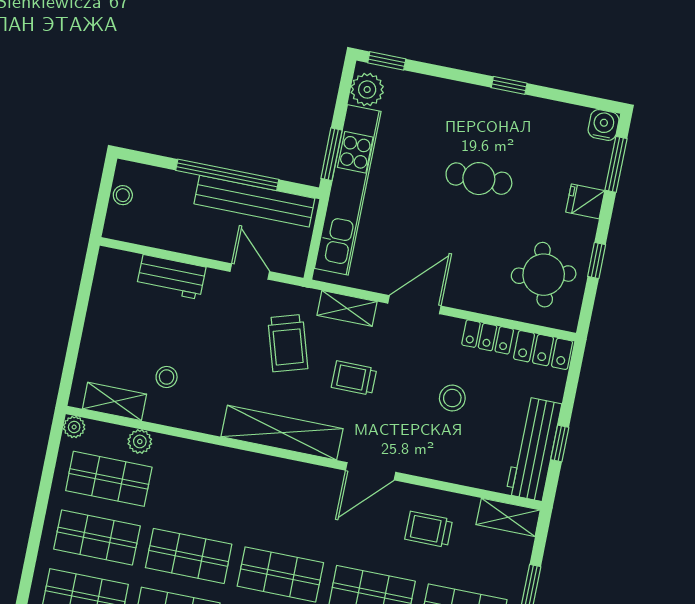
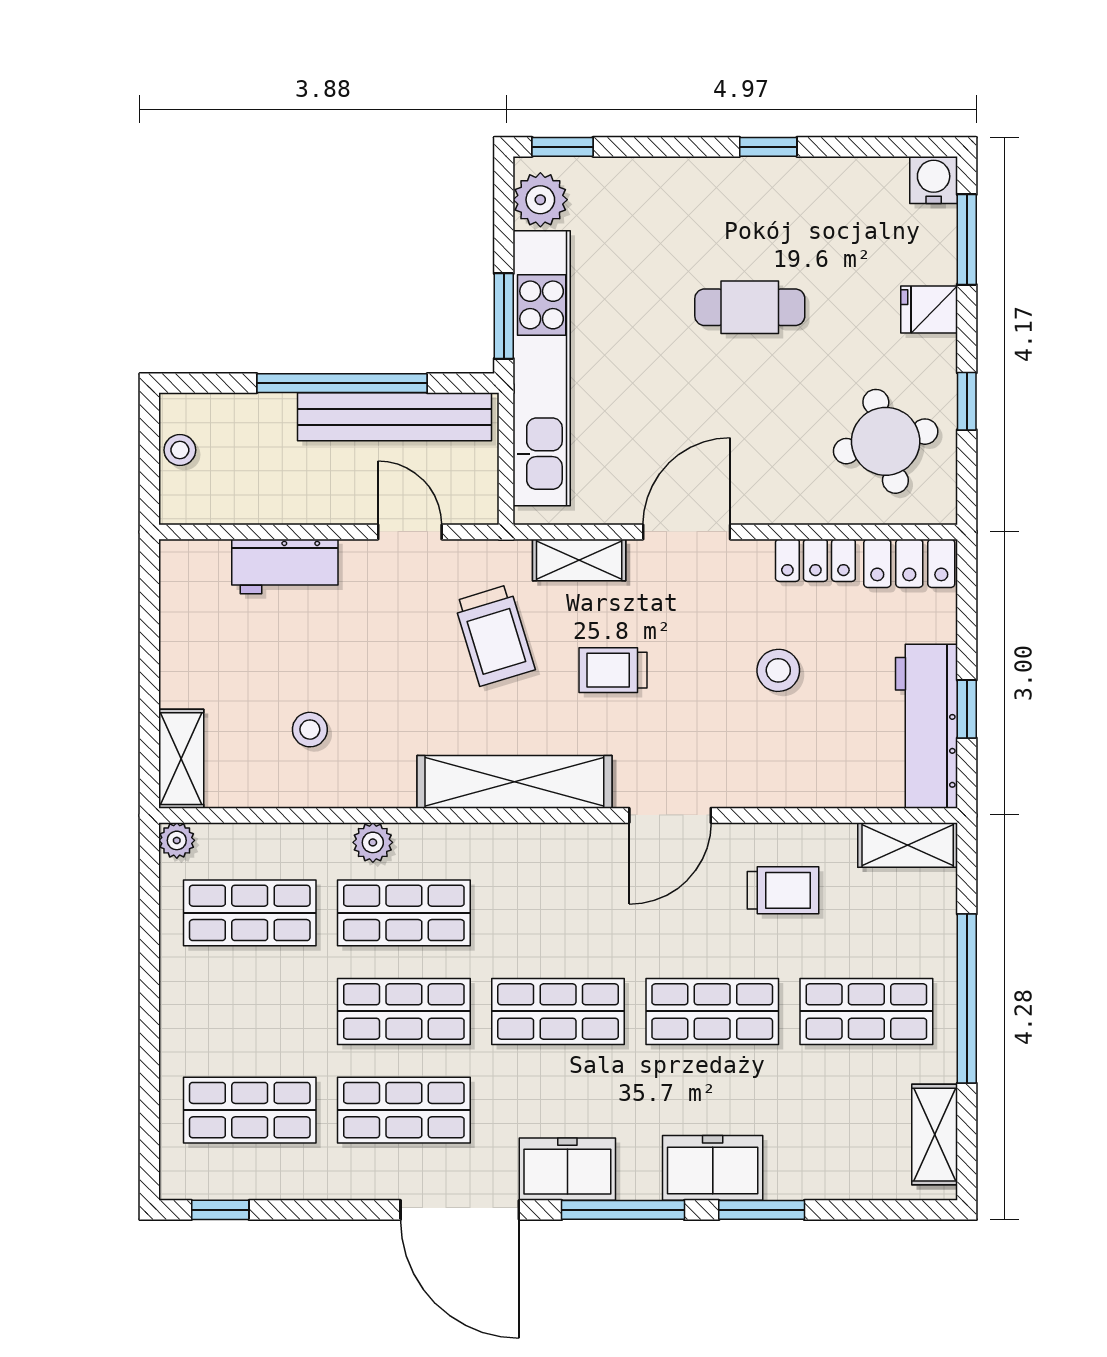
shelving: (115, 401) -> (181, 759), moved, turned 90
plant: (140, 441) -> (373, 842), moved
trolley: (429, 529) -> (783, 890), turned 180
shop shelf: (97, 537) -> (404, 913), moved

